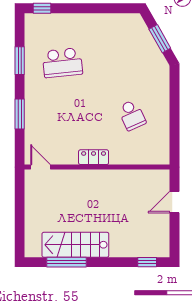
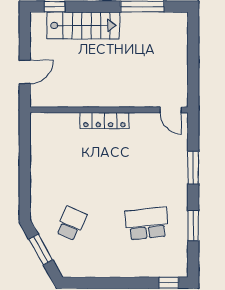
school desk: (132, 115) -> (71, 223), moved, turned 48
locker: (94, 157) -> (104, 121), width x1.53
stairs: (75, 245) -> (83, 25), moved

